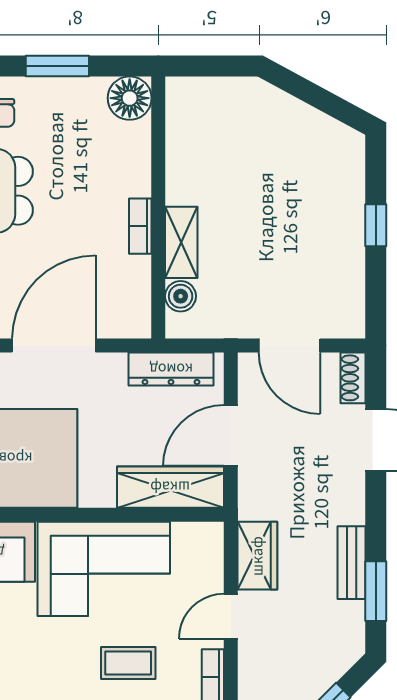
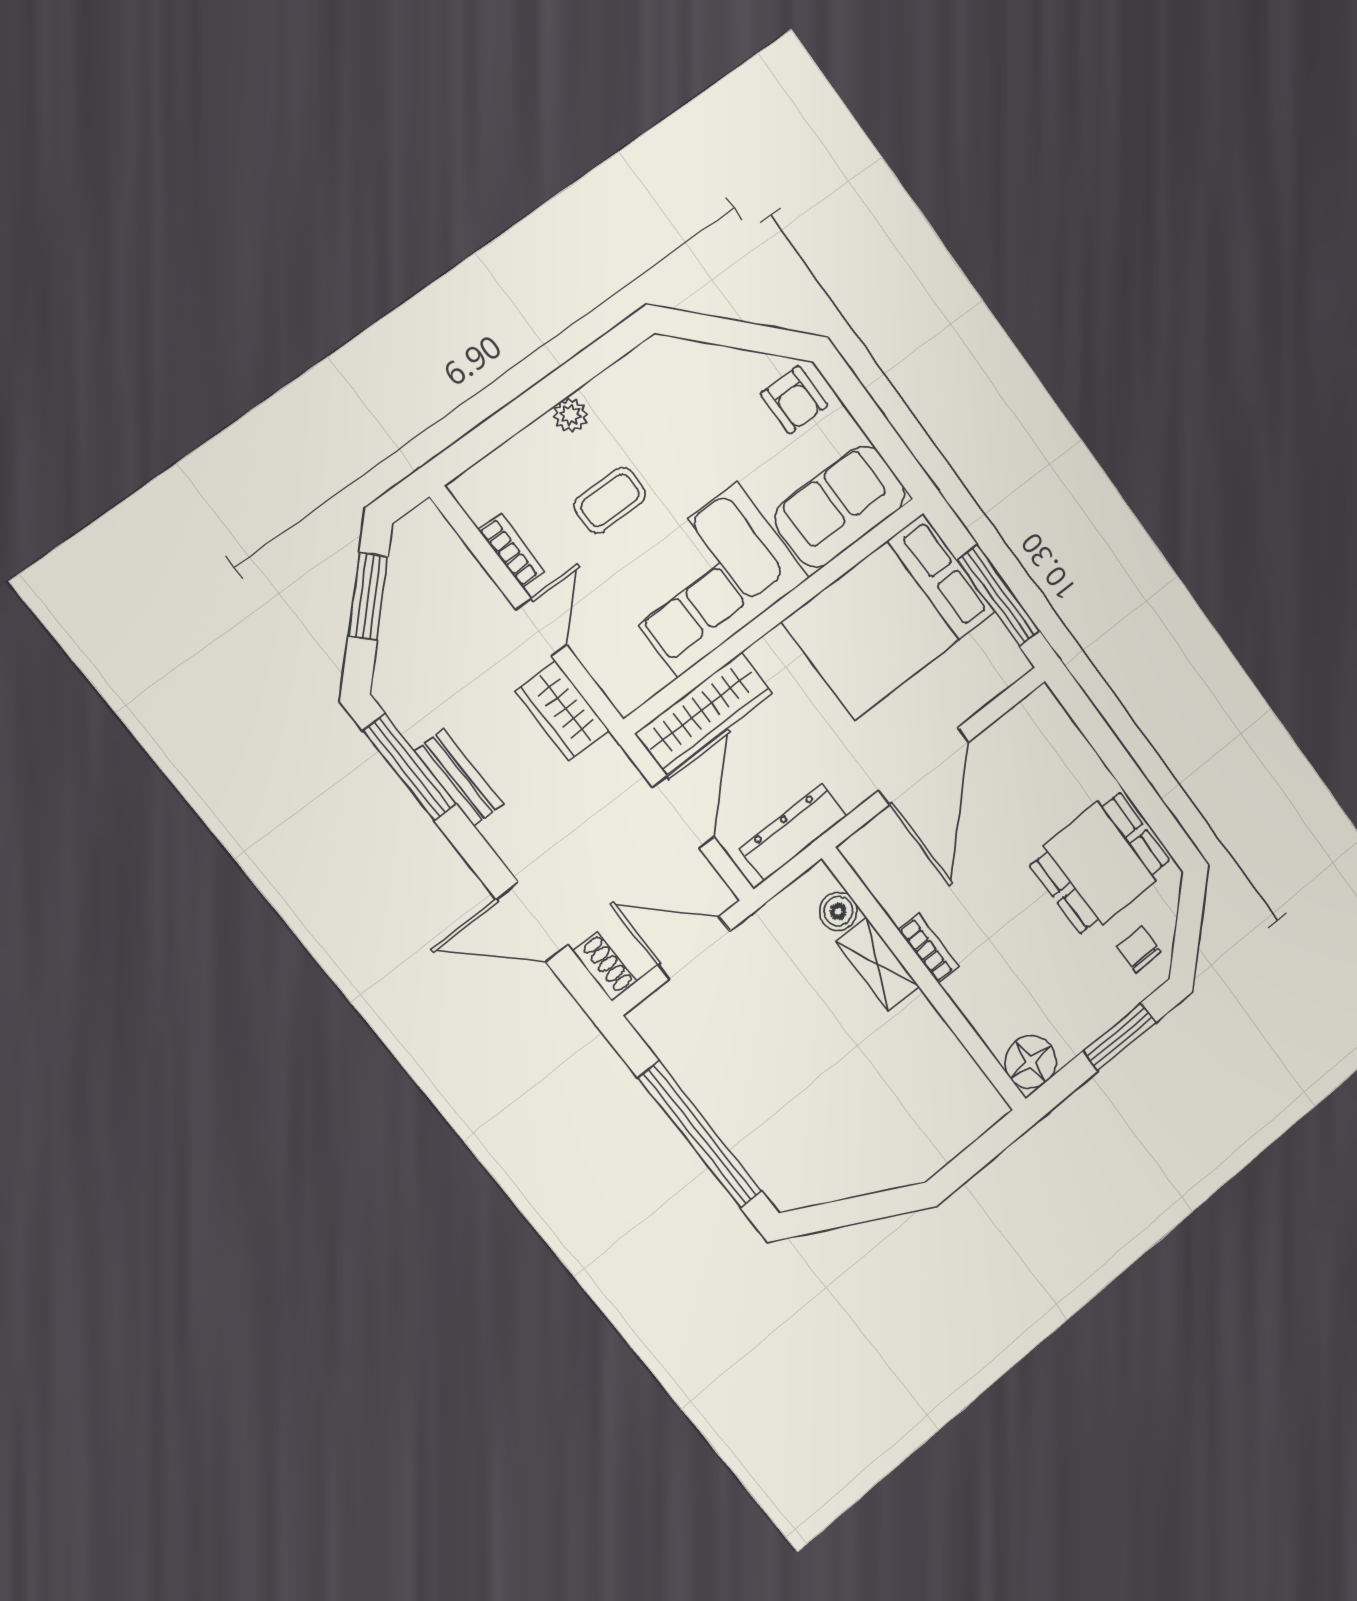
window: (376, 225) -> (700, 1135), width x3.17
window: (376, 591) -> (410, 767), width x1.44

